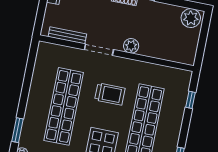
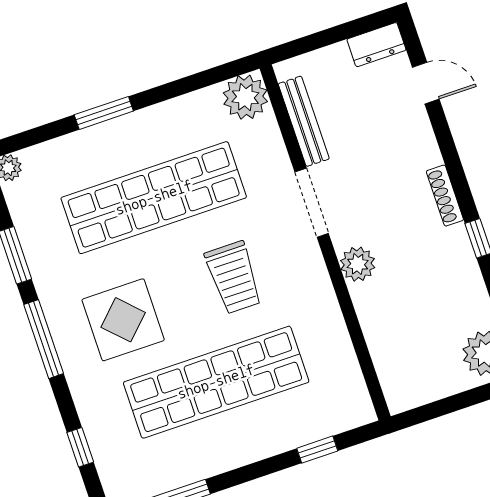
plant: (46, 52) -> (245, 97), added
window: (17, 130) -> (104, 113), moved

